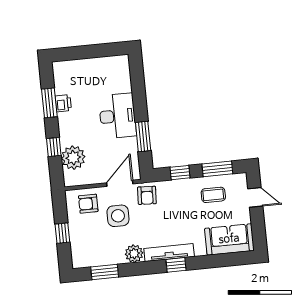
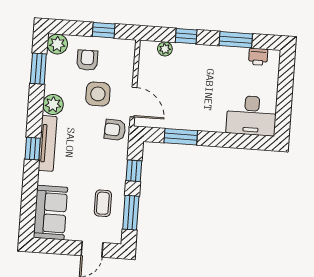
printer: (63, 103) -> (258, 57), moved
desk: (117, 116) -> (251, 115), moved
plant: (73, 158) -> (165, 49), width x0.53, depth x0.53
armchair: (88, 204) -> (87, 60), moved
window: (62, 233) -> (104, 30), moved
plant: (80, 259) -> (57, 44), added

